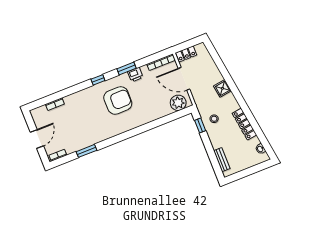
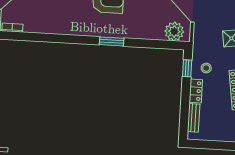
locker: (214, 139) -> (196, 91), added
window: (87, 151) -> (112, 41), moved

